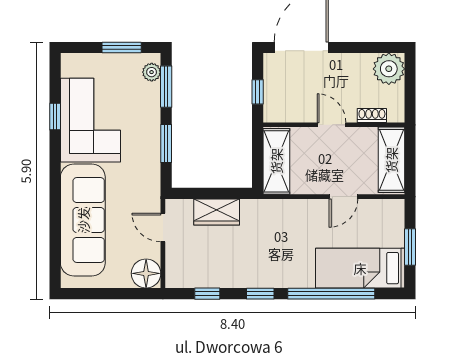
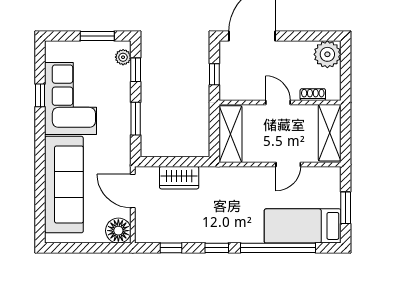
window: (166, 87) -> (136, 70), width x0.67
door: (163, 227) -> (133, 191), width x1.38

